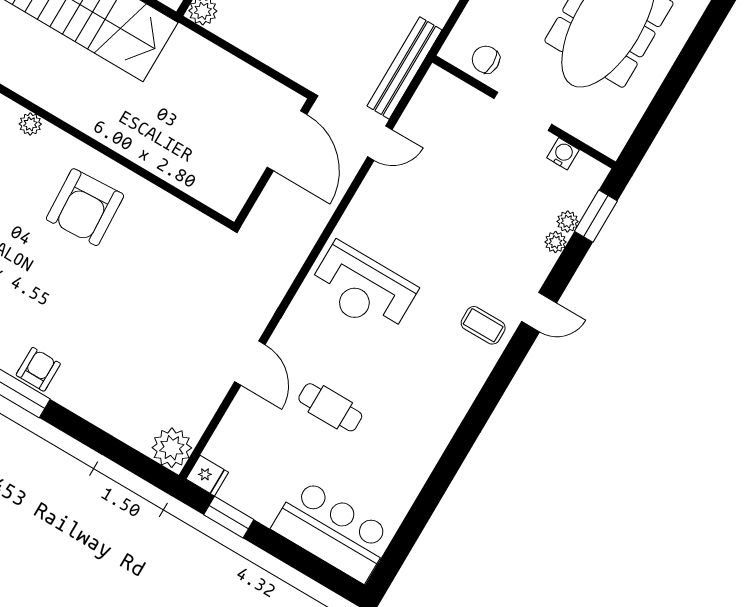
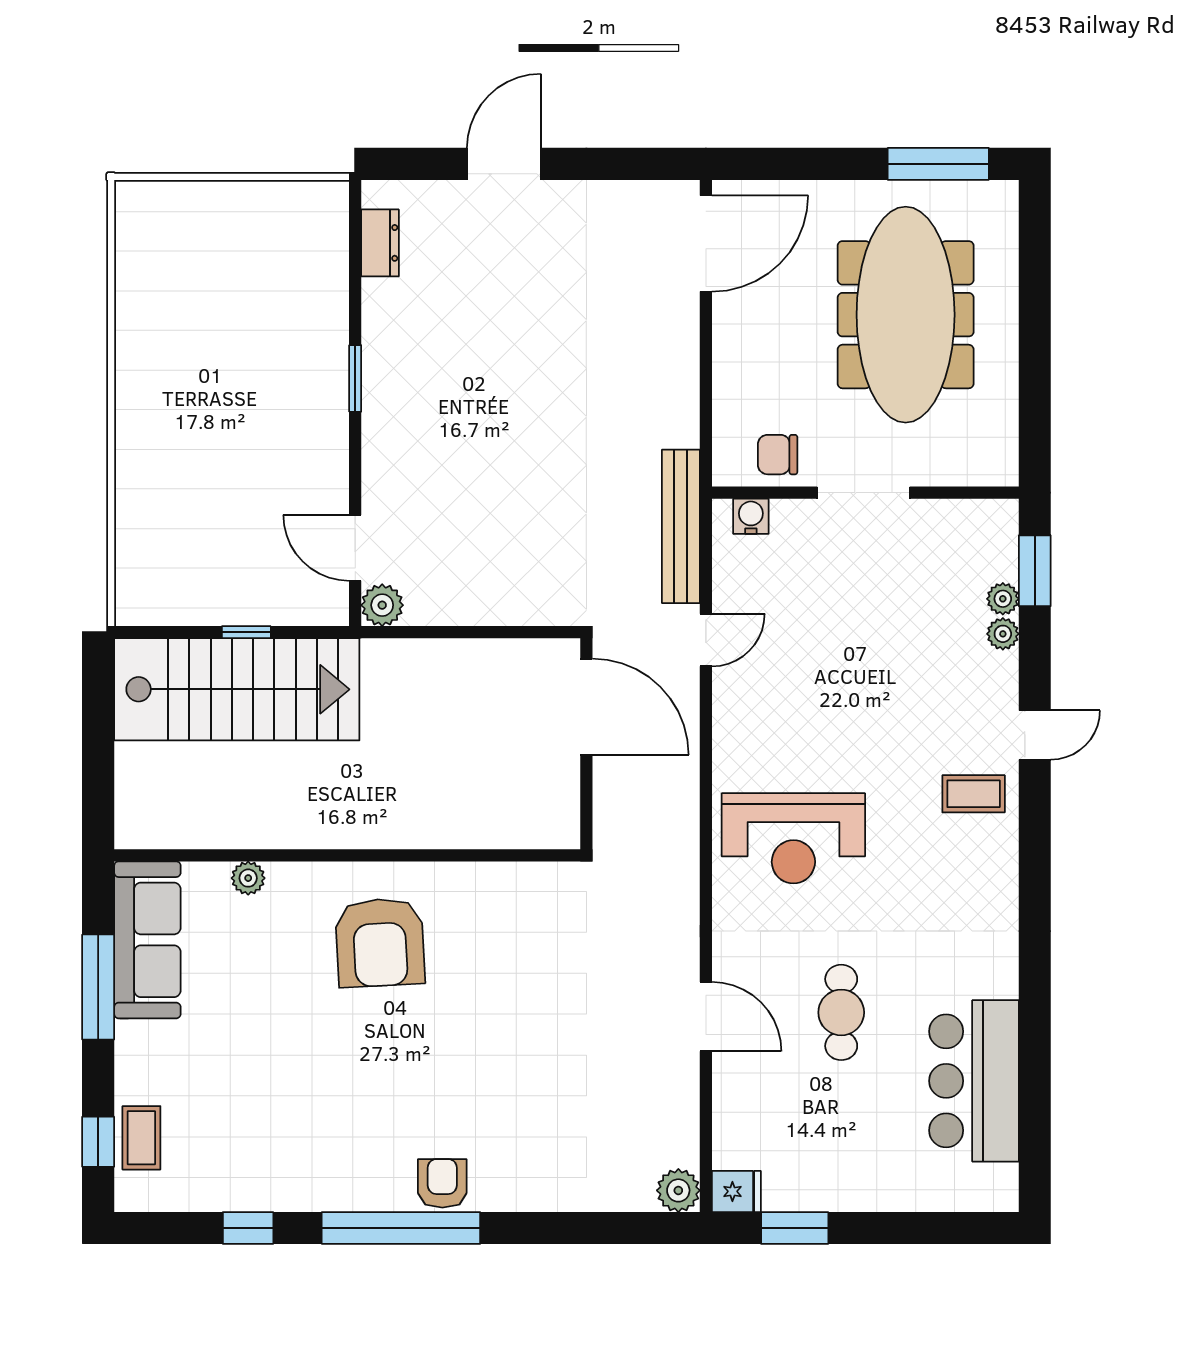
water cooler: (563, 154) -> (751, 516), moved
cafe table: (330, 407) -> (841, 1012), turned 90
plant: (172, 448) -> (678, 1190), width x0.73, depth x0.73
bar counter: (333, 531) -> (974, 1081), moved, turned -90

